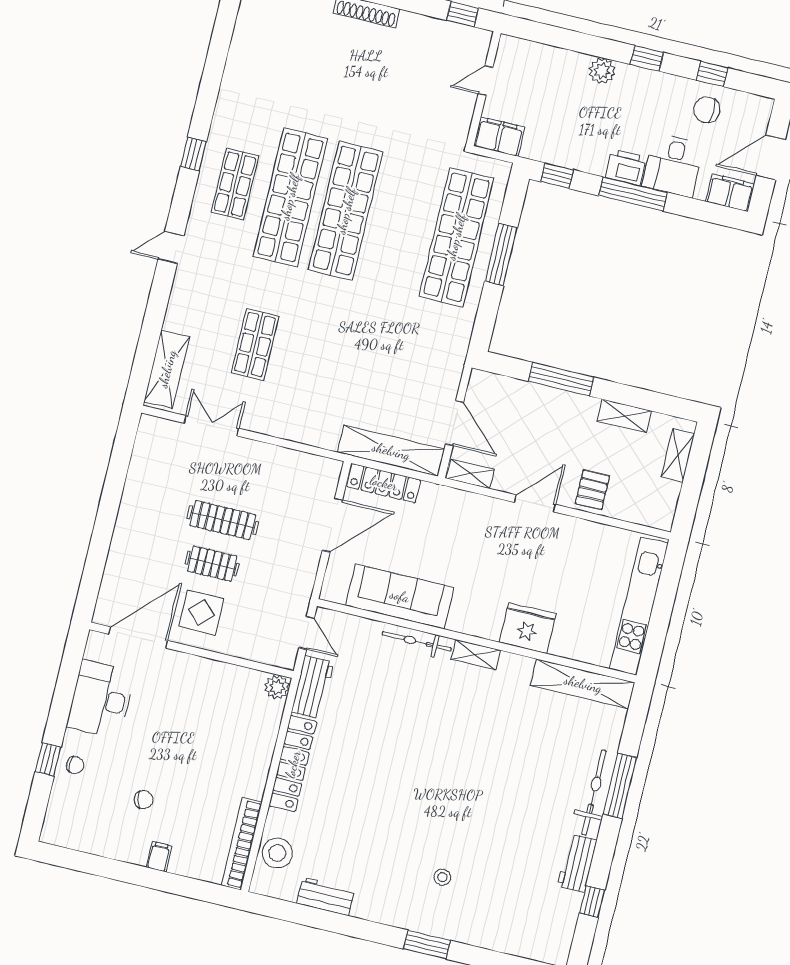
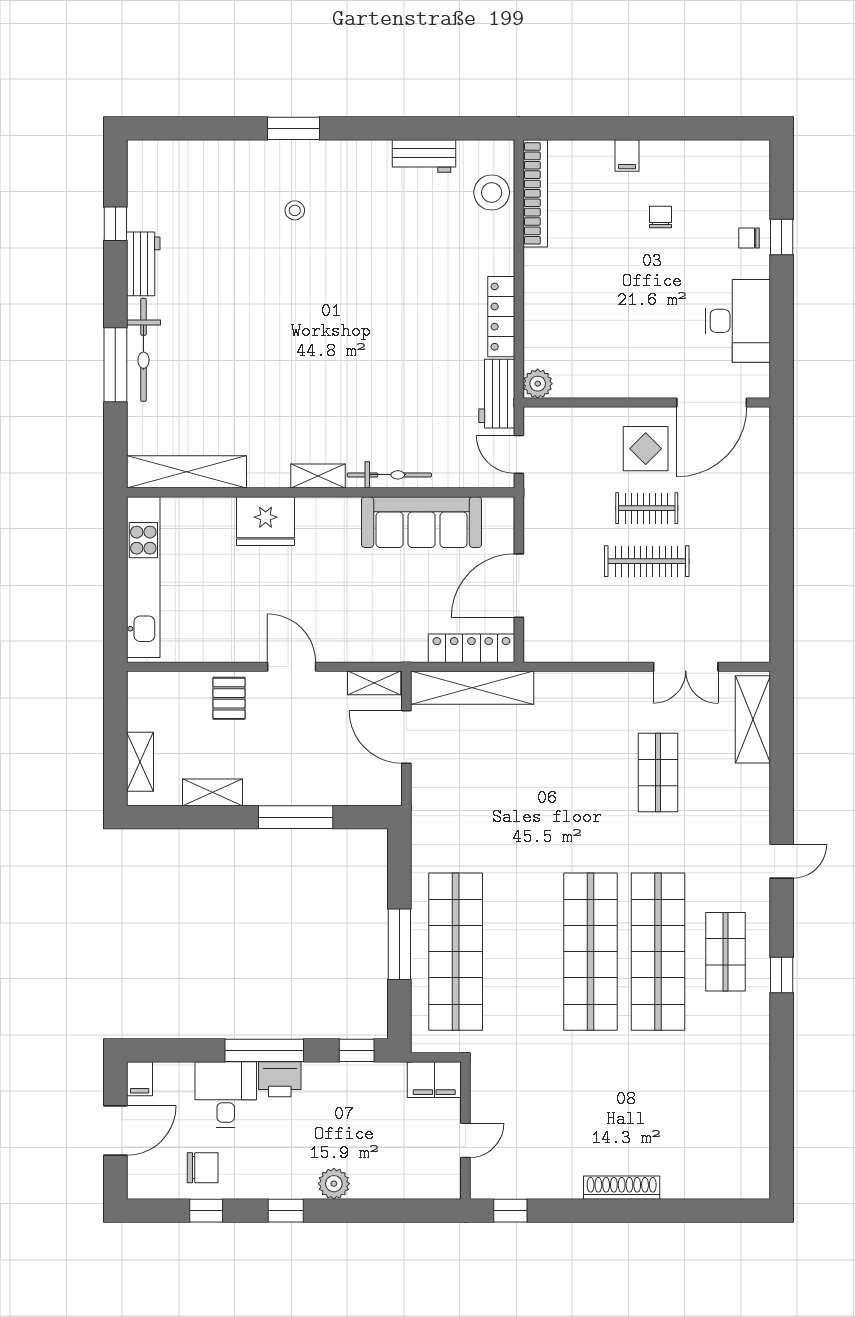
filing cabinet: (730, 193) -> (140, 1079), width x0.50
door: (535, 503) -> (292, 667), swing flipped
locker: (293, 764) -> (501, 317), width x0.71, depth x0.83
chair: (144, 800) -> (661, 217), turned 103

